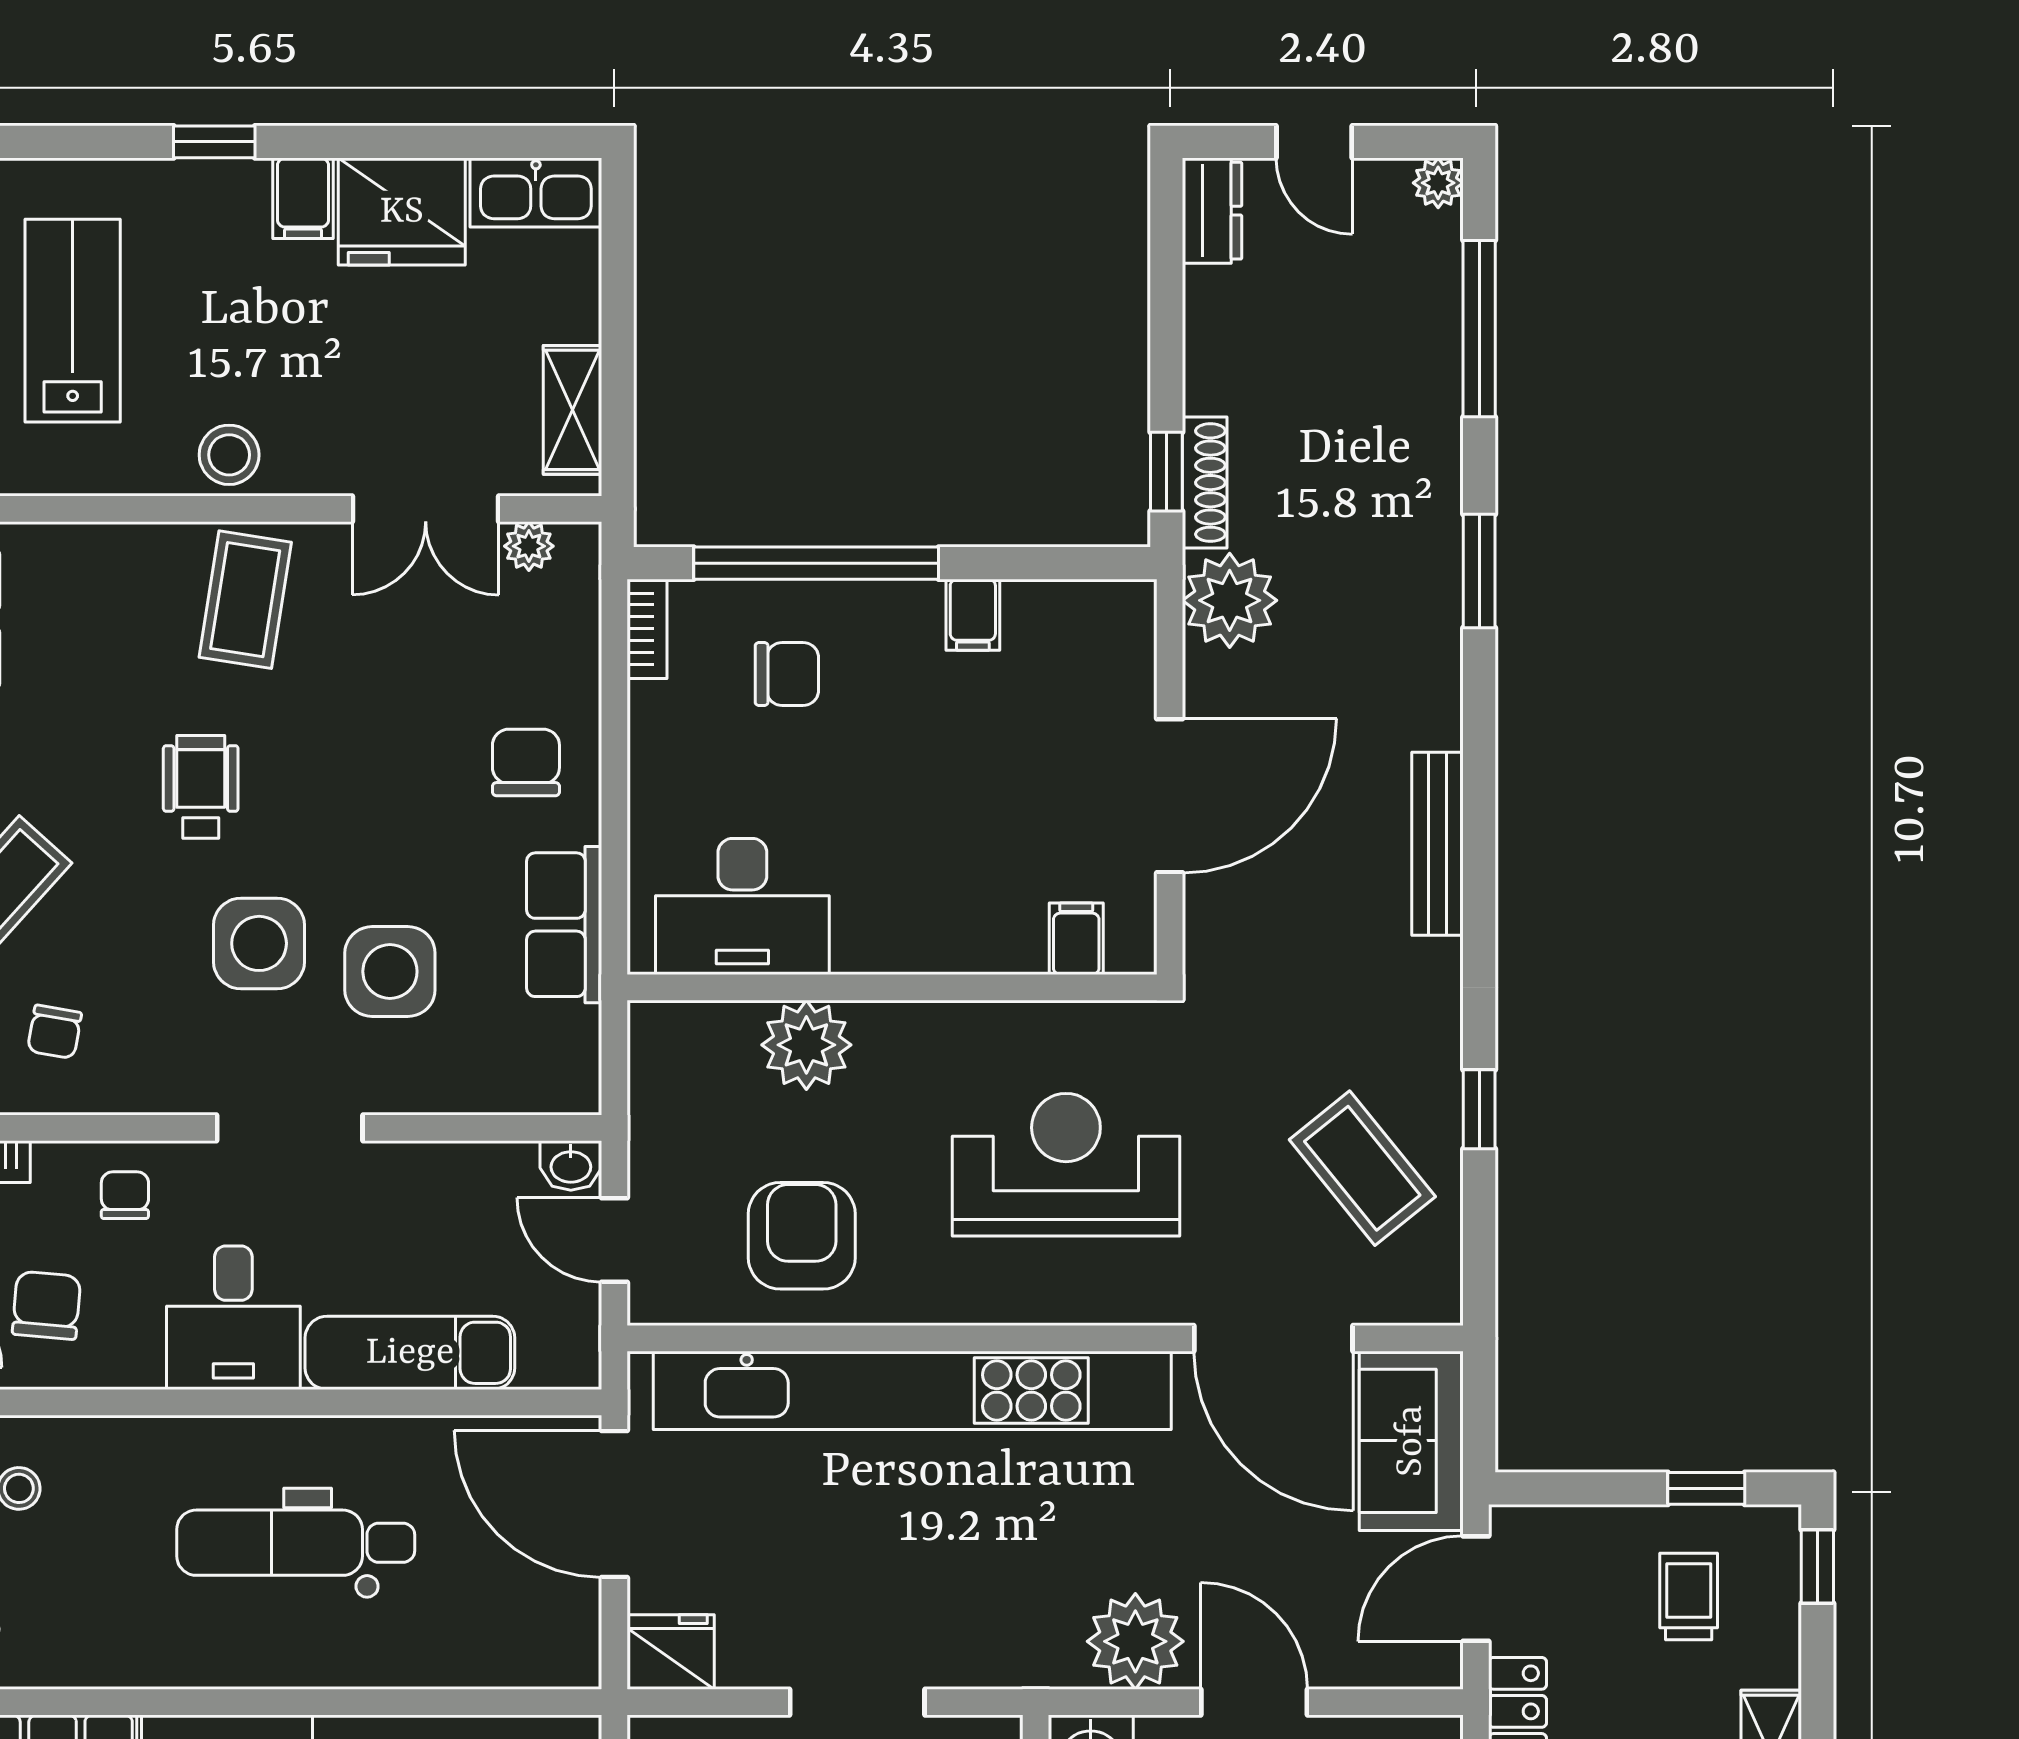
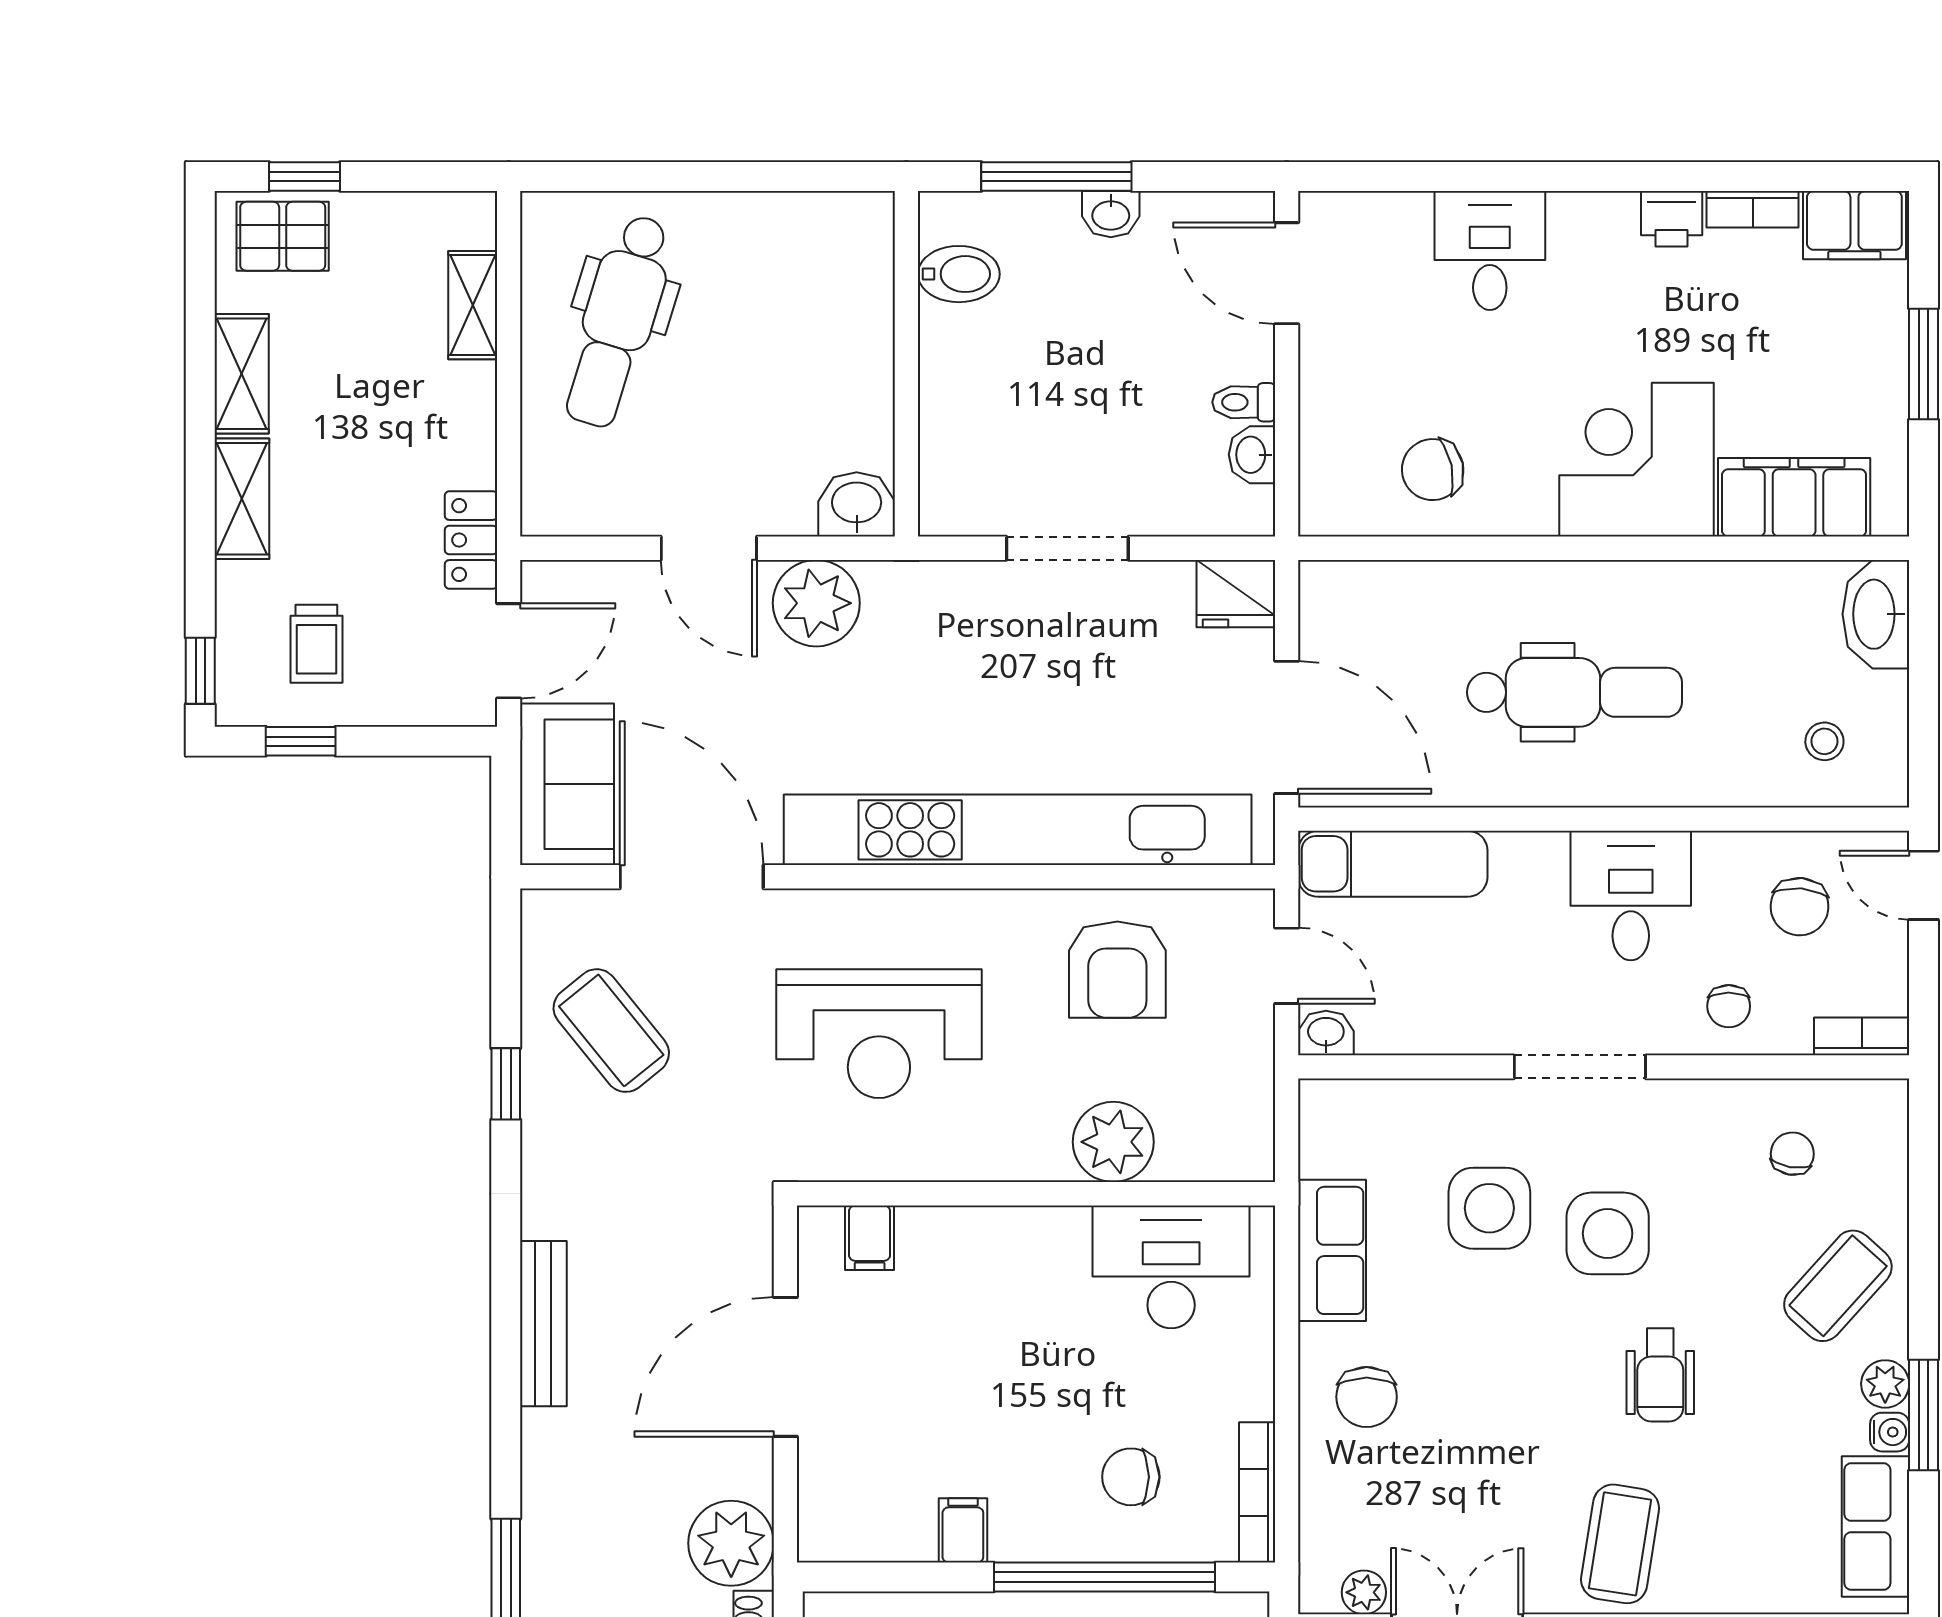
bookcase: (647, 629) -> (1257, 1492), width x1.56
exam couch: (410, 1353) -> (1393, 864), moved

